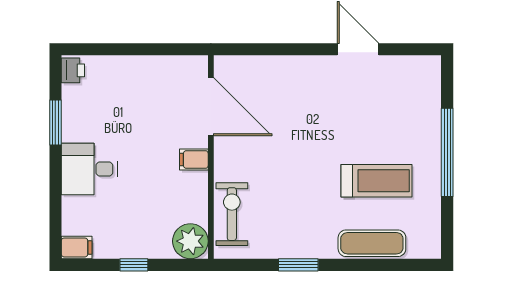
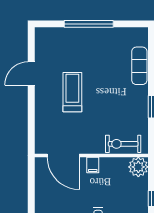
door: (211, 107) -> (63, 156), swing flipped
treadmill: (377, 181) -> (72, 92), moved

